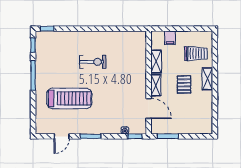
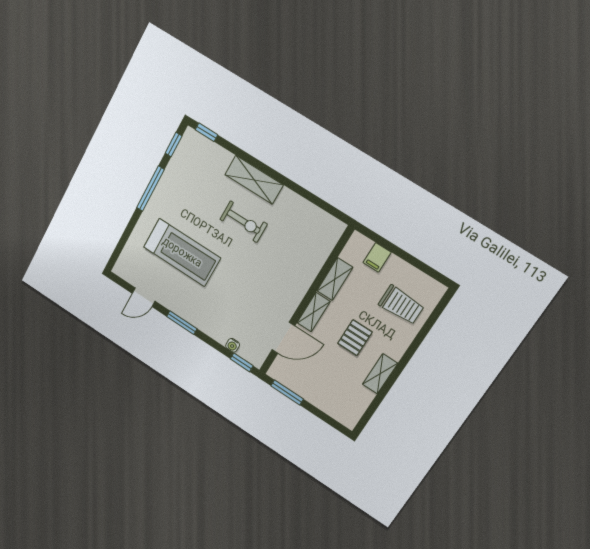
shelving: (86, 37) -> (254, 180), added
shelving: (207, 79) -> (380, 374), moved
door: (149, 109) -> (283, 338), hinge flipped

